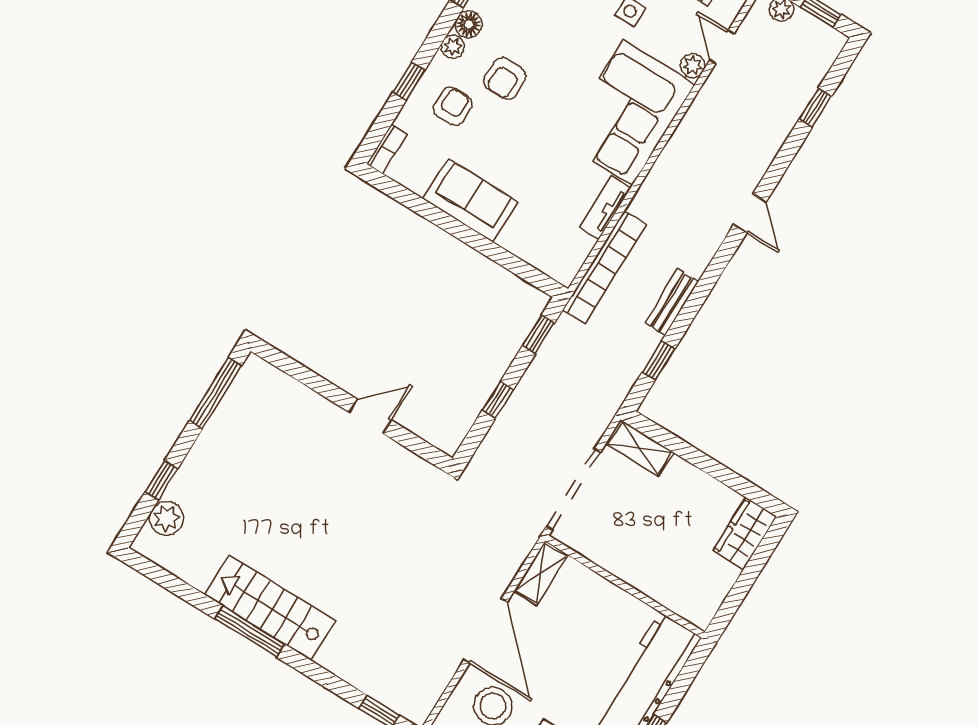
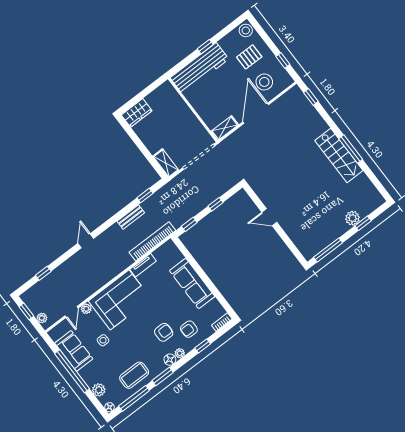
sofa: (470, 200) -> (192, 284), width x1.36
plant: (166, 518) -> (352, 218), moved

